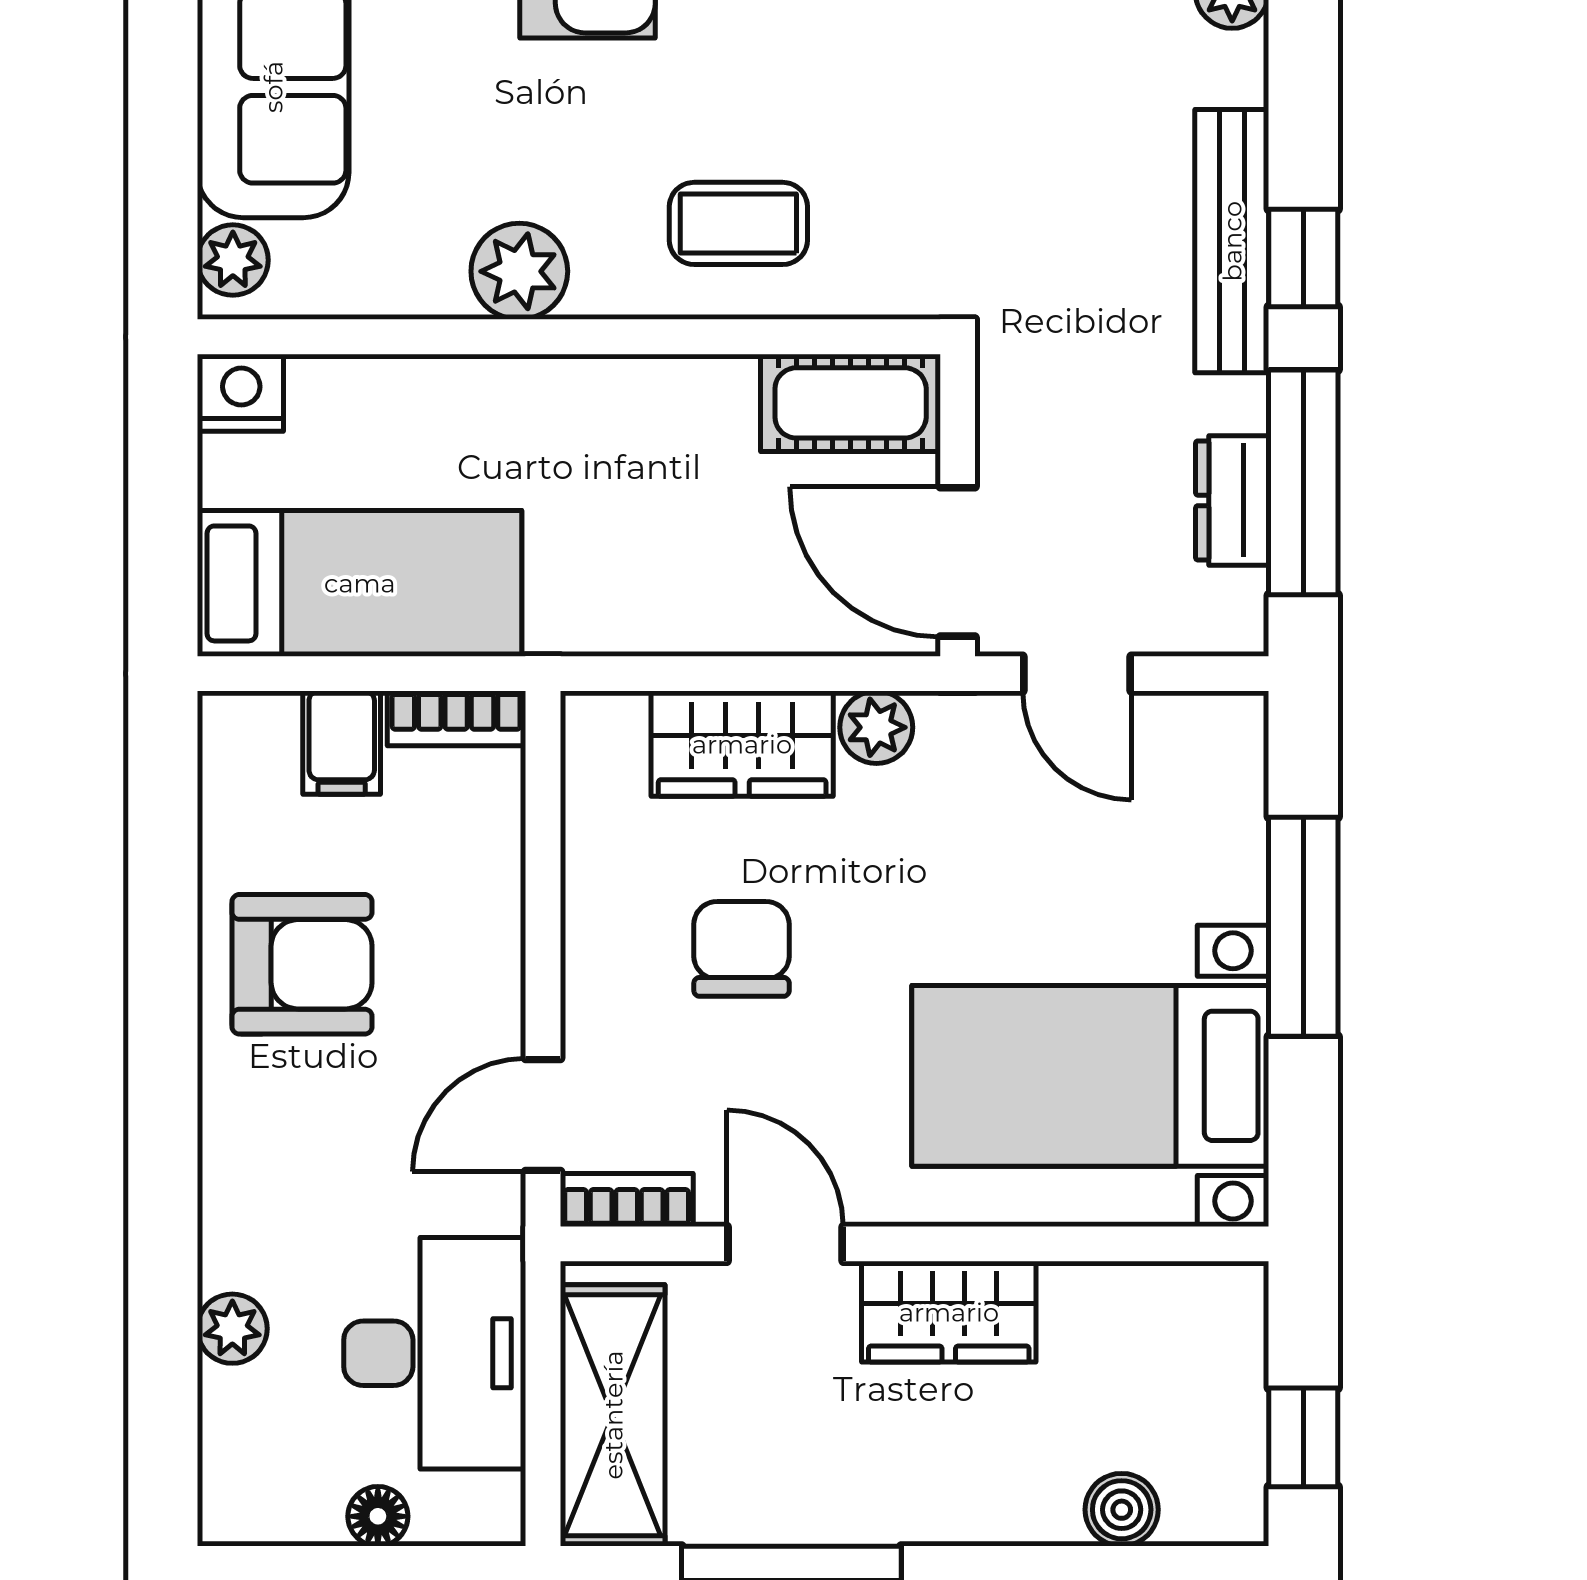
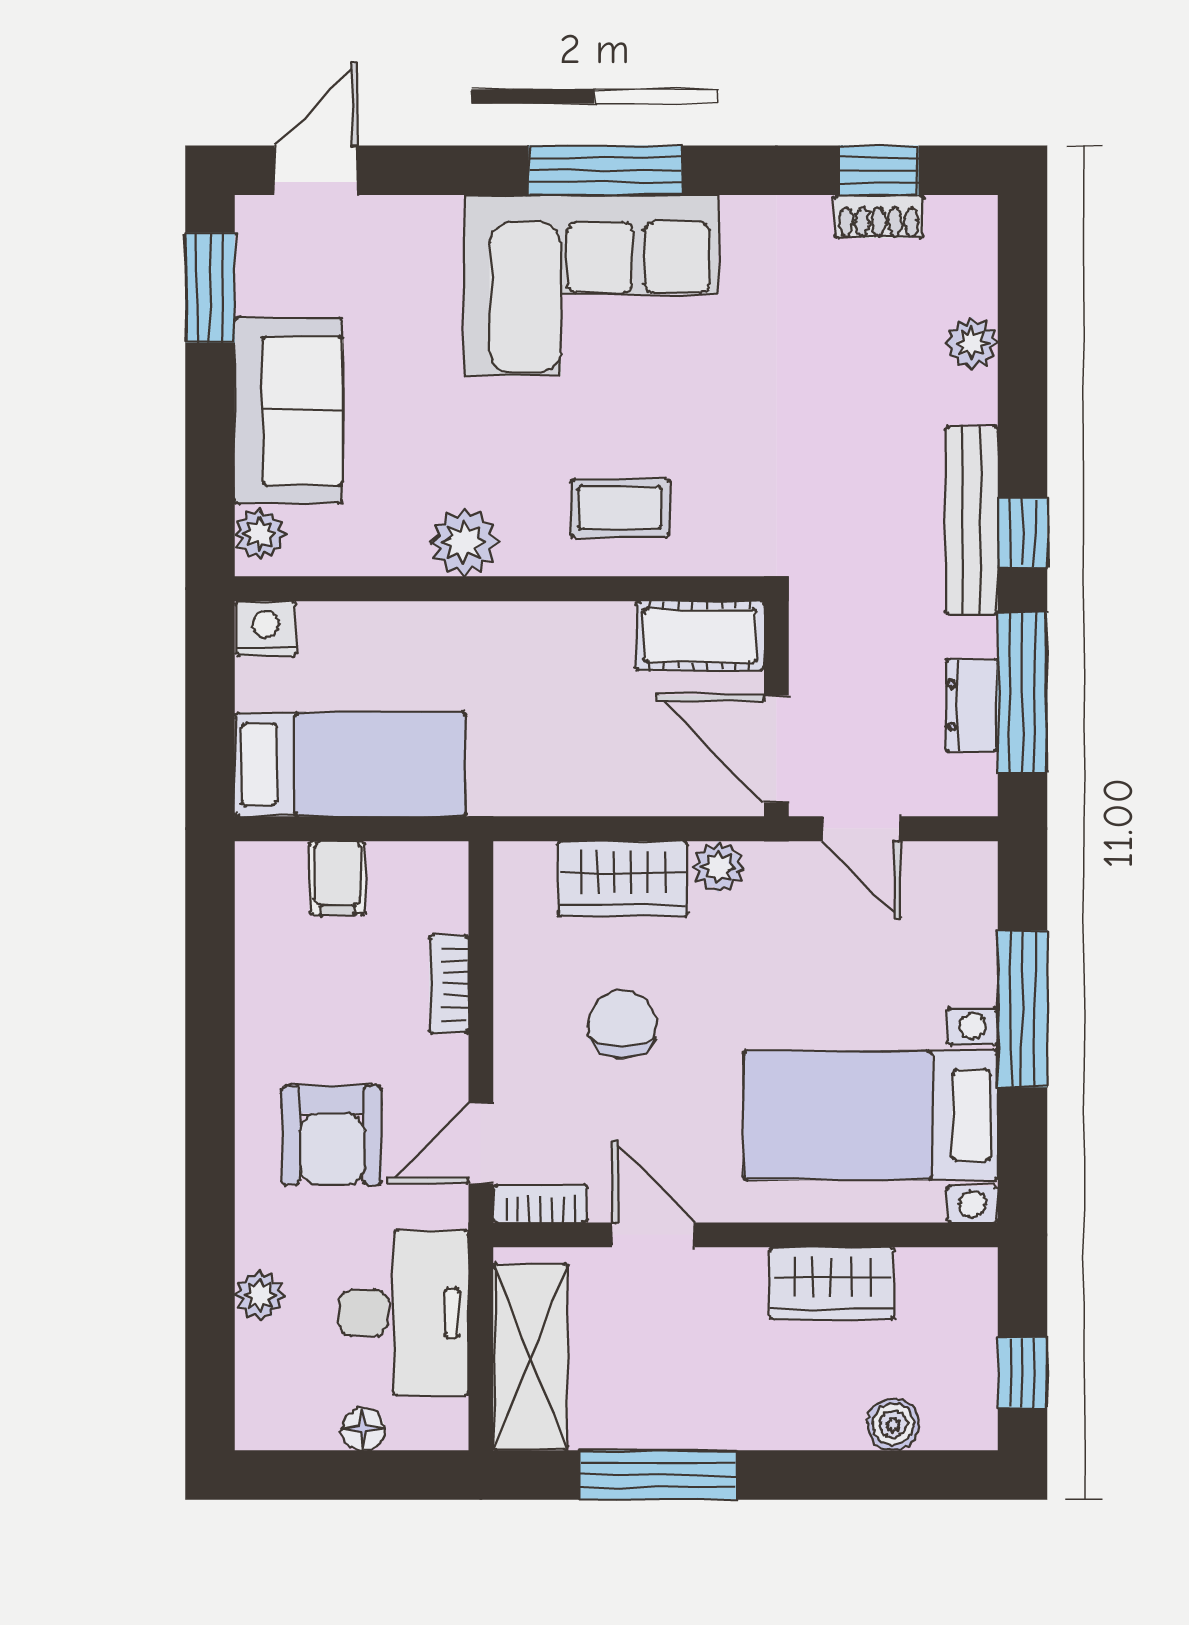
bookcase: (456, 718) -> (449, 984), moved, turned 90
armchair: (302, 964) -> (332, 1135), moved, turned 90
wardrobe: (949, 1312) -> (832, 1283), moved

